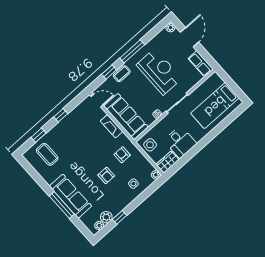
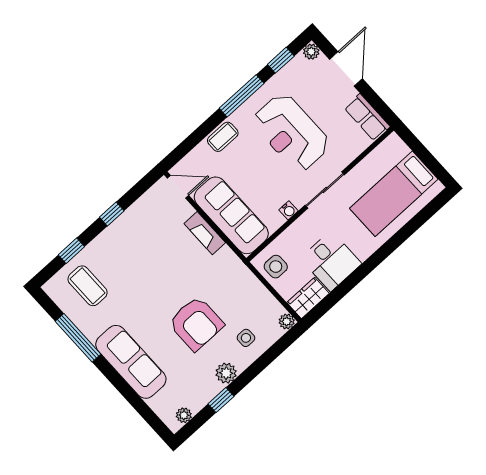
window: (109, 72) -> (281, 60), moved
reception desk: (159, 72) -> (291, 133), turned 180
armchair: (122, 155) -> (225, 285), removed
armchair: (106, 175) -> (196, 323), width x1.88, depth x1.88
window: (62, 205) -> (78, 338), moved
plant: (106, 217) -> (226, 373), moved

